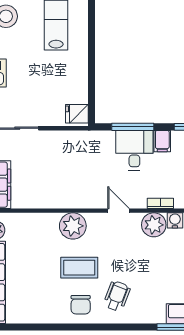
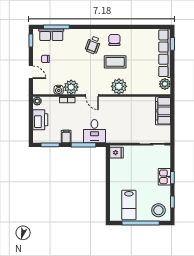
desk: (134, 150) -> (94, 131), moved

